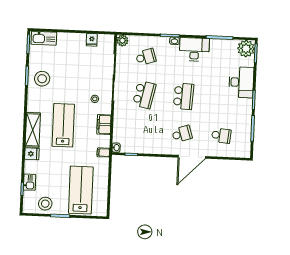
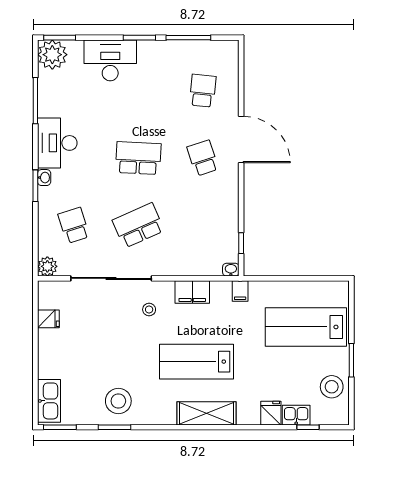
school desk: (144, 95) -> (138, 225), turned -36
fridge: (32, 154) -> (271, 413), moved

